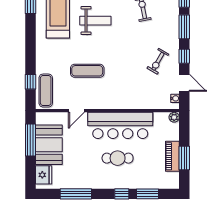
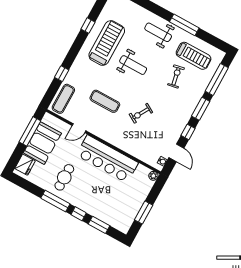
exercise bike: (158, 61) -> (141, 113), moved
window: (30, 82) -> (62, 74), moved
piano: (172, 156) -> (135, 206), removed
cafe table: (118, 158) -> (64, 177), moved, turned 90
window: (76, 194) -> (55, 201), moved

